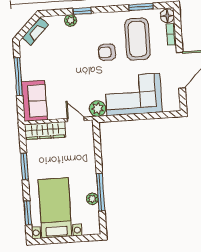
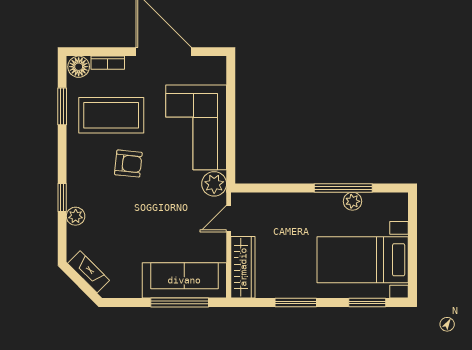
armchair: (107, 52) -> (128, 163), turned -84
window: (18, 77) -> (180, 303), moved
sofa: (34, 101) -> (184, 280), width x1.36

